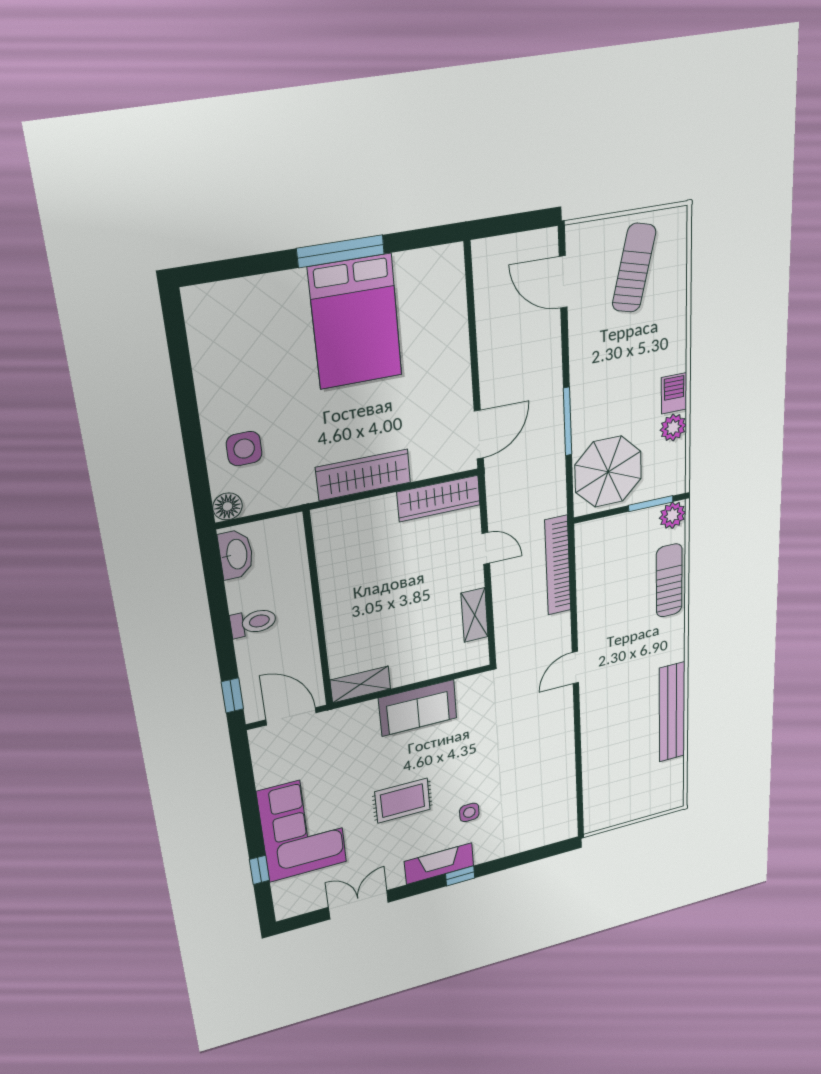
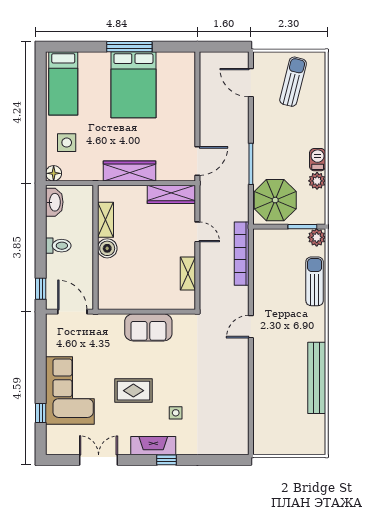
bed: (223, 342) -> (63, 83), added
boiler: (338, 607) -> (107, 248), added
shelving: (360, 684) -> (105, 220), moved, turned 90

